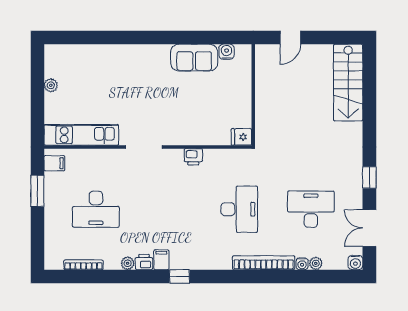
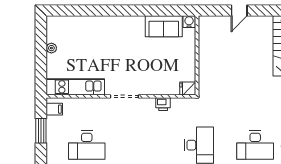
wall: (253, 95) -> (197, 55), moved
fridge: (241, 137) -> (188, 88), moved
desk: (311, 209) -> (255, 145), turned 180

